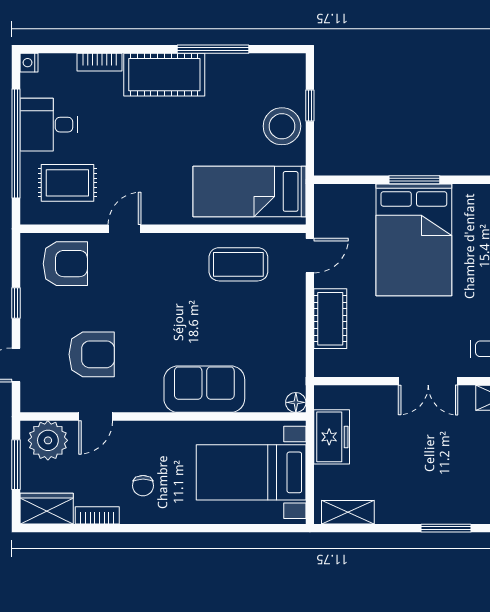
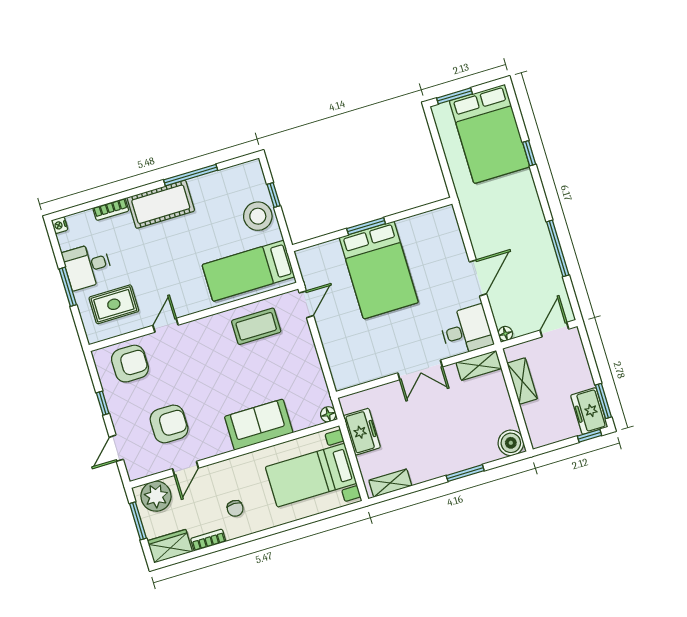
window: (16, 143) -> (68, 287), width x0.47
cot: (330, 319) -> (335, 346), removed

